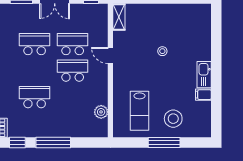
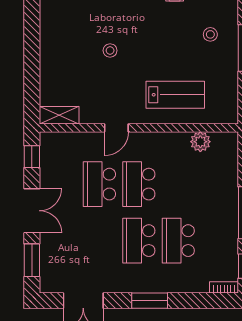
school desk: (35, 44) -> (139, 241), moved
lab bench: (139, 111) -> (175, 95), moved
stool: (173, 119) -> (210, 34), width x0.53, depth x0.53

